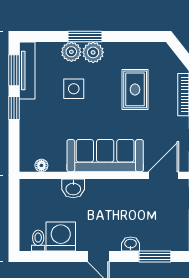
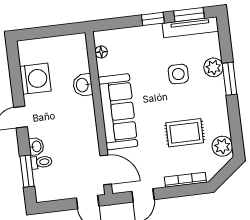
plant: (93, 52) -> (222, 146), moved
toilet: (38, 241) -> (41, 162), moved

